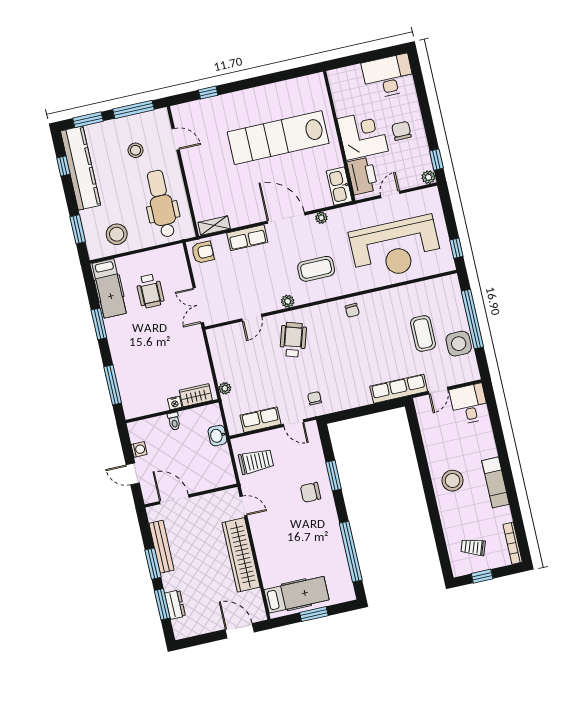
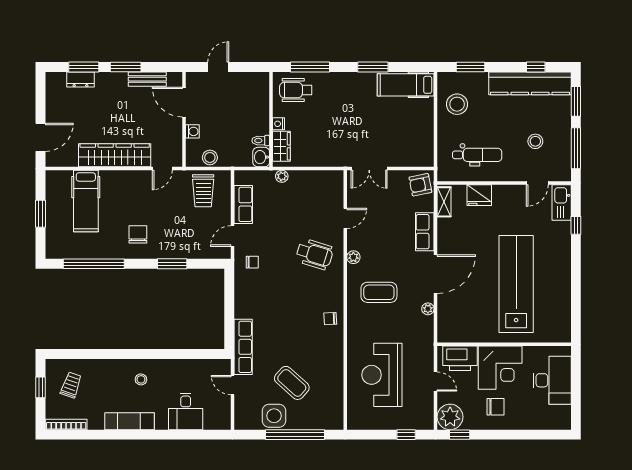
desk: (388, 76) -> (552, 380), moved
plant: (428, 177) -> (450, 417), width x1.88, depth x1.88
kitchen sink: (339, 186) -> (562, 203), moved, turned -90
fridge: (200, 193) -> (479, 195), added
dental chair: (161, 204) -> (477, 155), width x0.73, depth x0.72
reception desk: (395, 248) -> (382, 375), width x0.74, depth x0.77
window: (456, 248) -> (406, 435), moved
armchair: (203, 252) -> (420, 185), turned 79
coffee table: (316, 269) -> (379, 292), turned 90
wheelchair: (150, 291) -> (296, 90), moved
double door: (198, 305) -> (369, 169), swing flipped
door: (252, 318) -> (345, 218), swing flipped
coffee table: (423, 334) -> (292, 383), turned 42
desk: (469, 404) -> (186, 411), moved, turned 90
toilet: (174, 421) -> (261, 141), moved
washbasin: (217, 436) -> (261, 157), moved, turned -90
washing machine: (139, 449) -> (192, 131), moved, turned -90
stool: (222, 462) -> (210, 157), added
stool: (453, 481) -> (141, 379), width x0.53, depth x0.53
chair: (311, 492) -> (138, 234), moved
door: (174, 499) -> (184, 102), swing flipped
bench: (161, 547) -> (147, 79), width x0.73
hospital bed: (297, 595) -> (86, 201), moved

